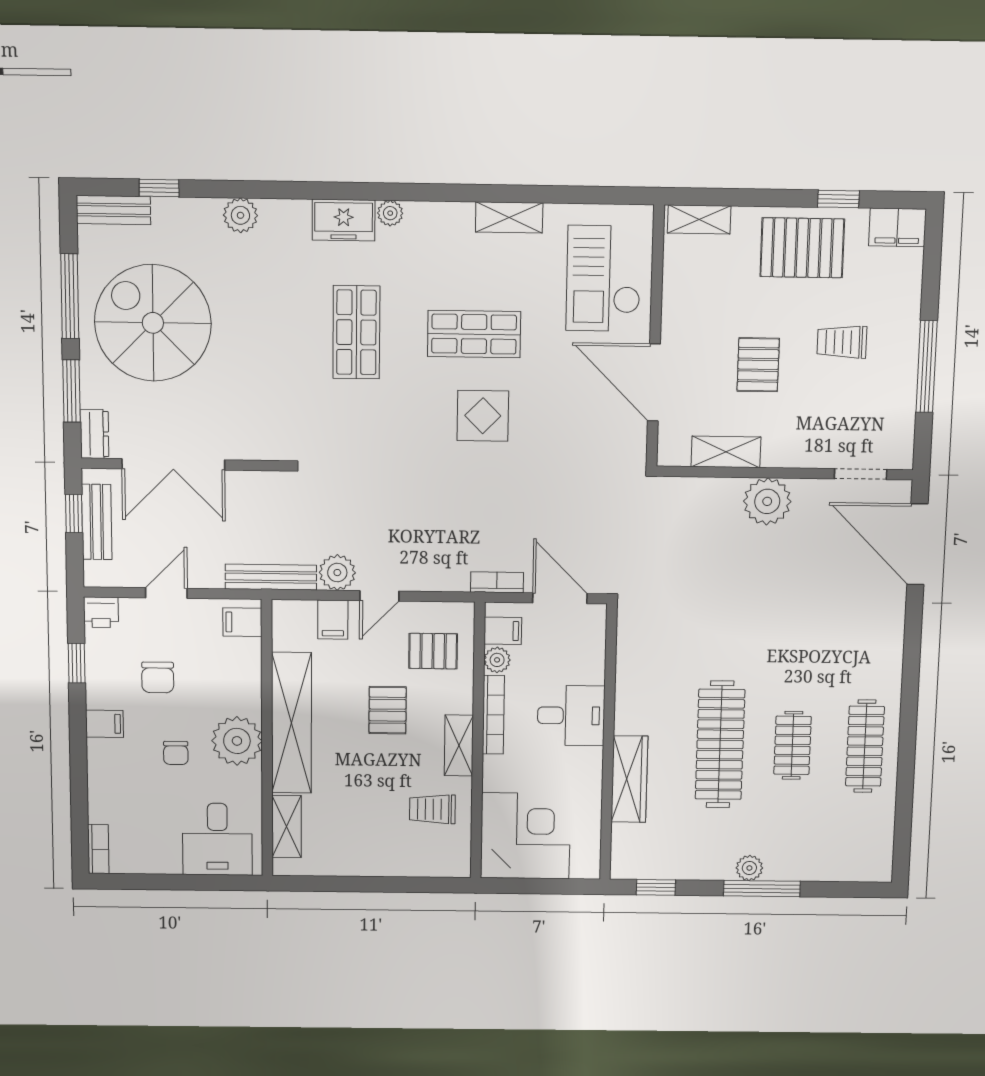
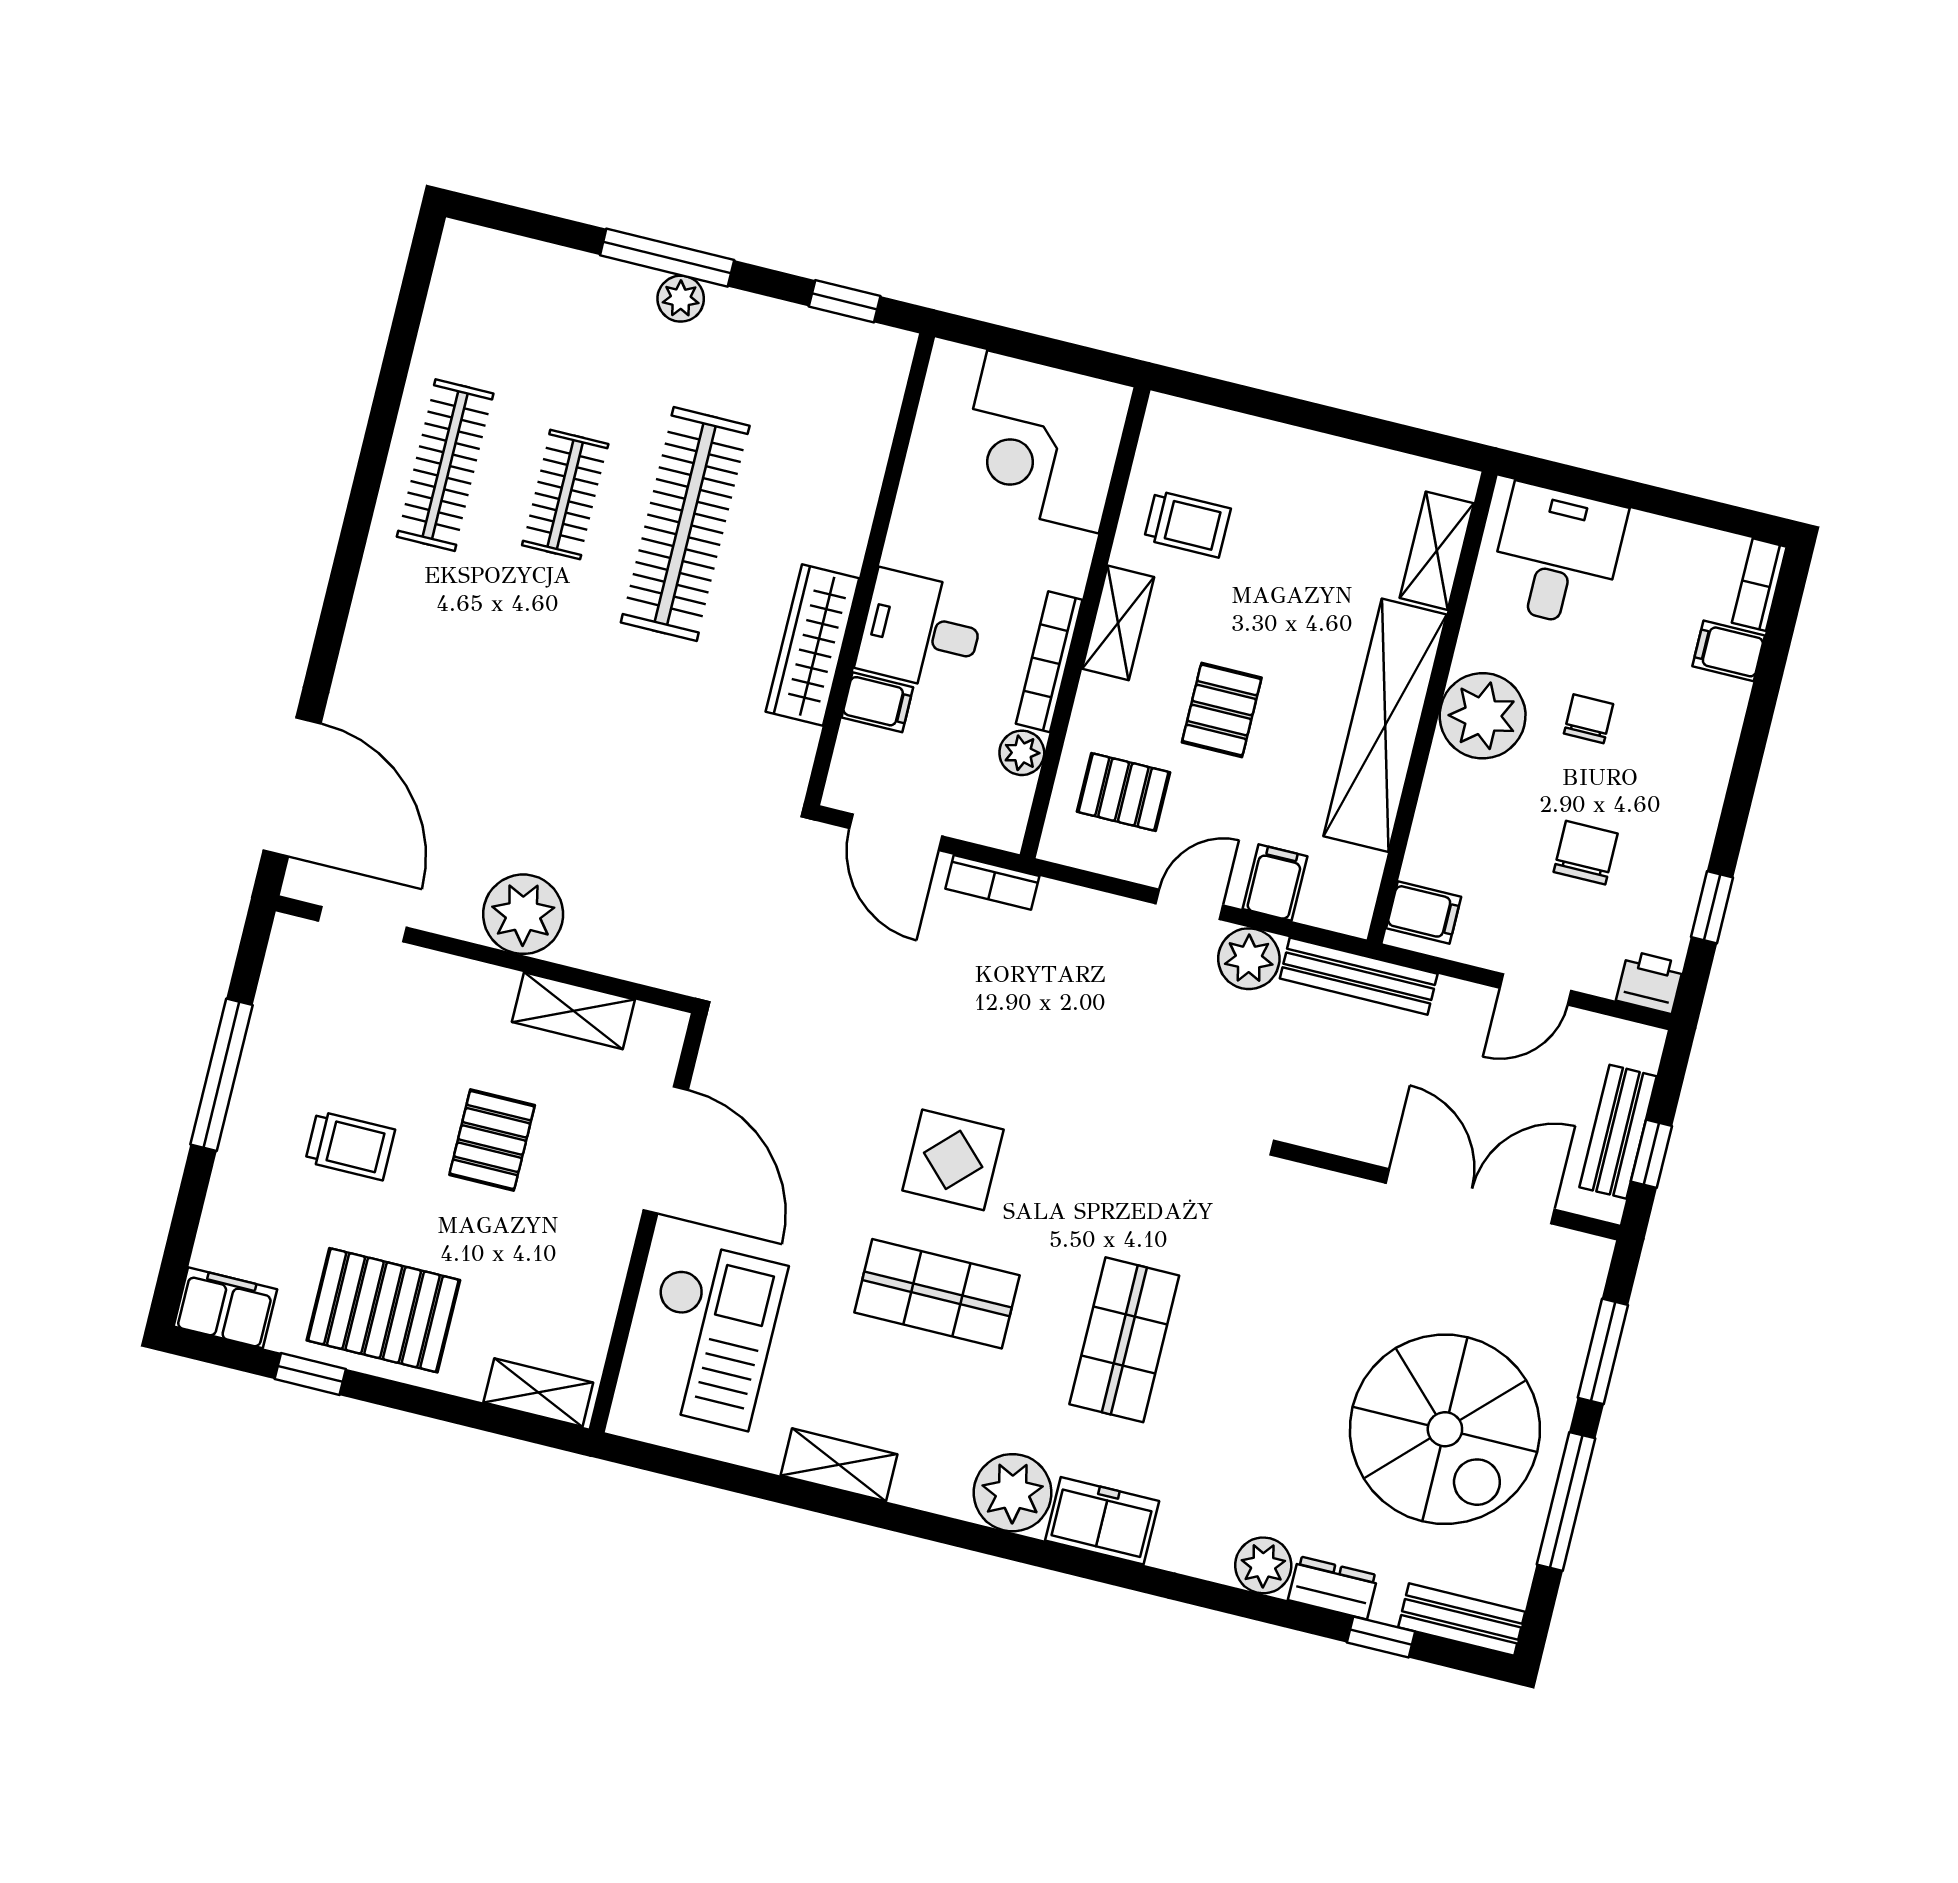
plant: (390, 213) -> (1013, 1493), width x1.88, depth x1.88
dresser: (94, 434) -> (1333, 1588), moved, turned 90
filing cabinet: (503, 631) -> (877, 702), moved, turned 180
filing cabinet: (105, 724) -> (1729, 651), moved
wardrobe: (629, 779) -> (812, 645), moved

